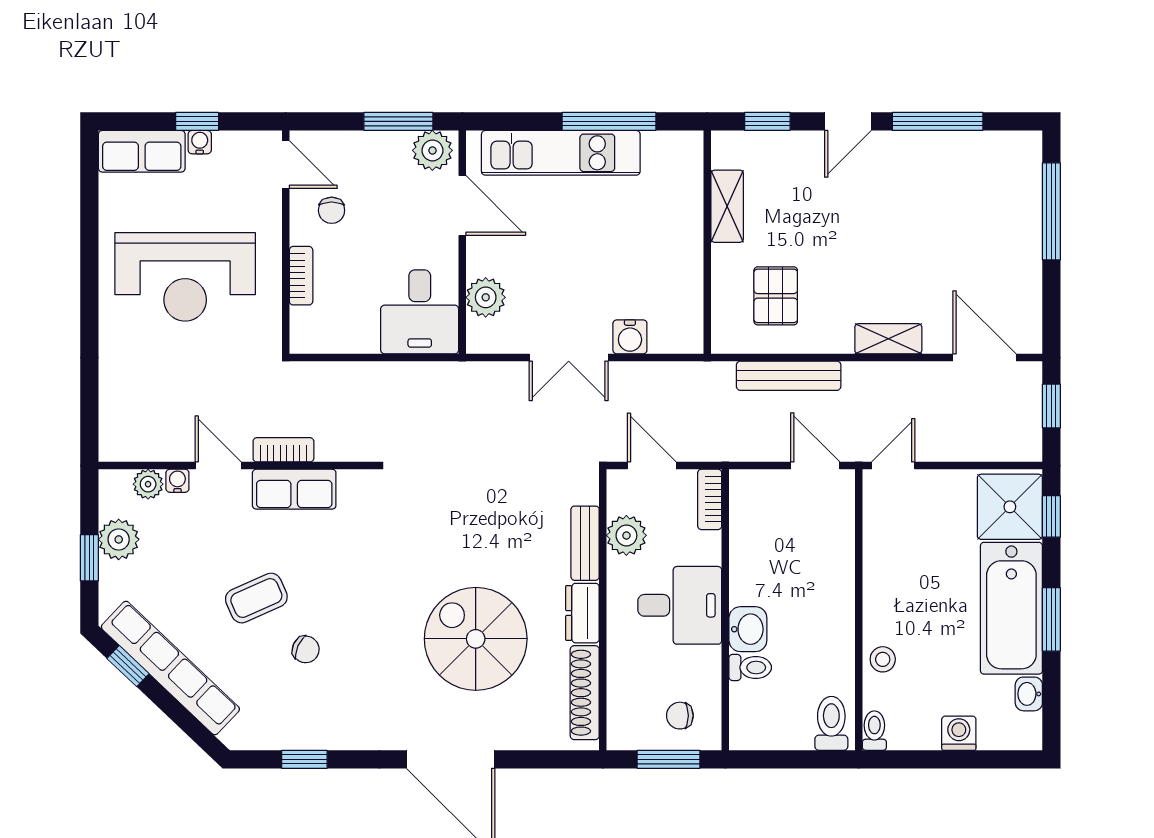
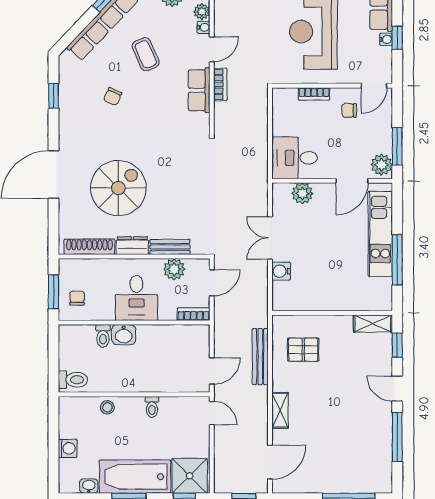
shelving: (727, 206) -> (373, 324), moved
coffee table: (256, 598) -> (146, 54), moved
toilet: (874, 731) -> (152, 407), moved, turned 90

